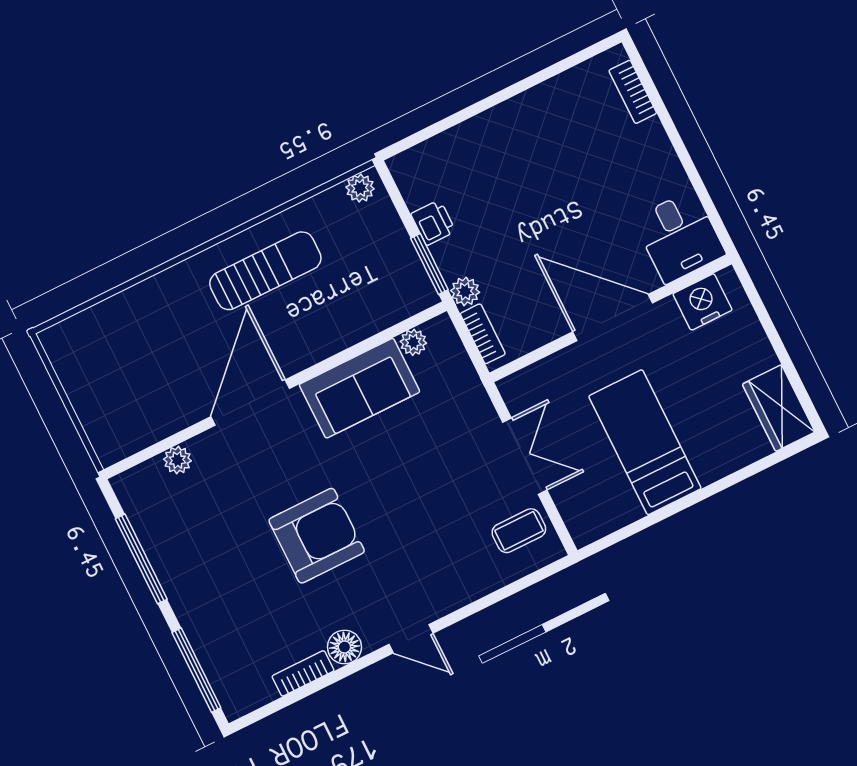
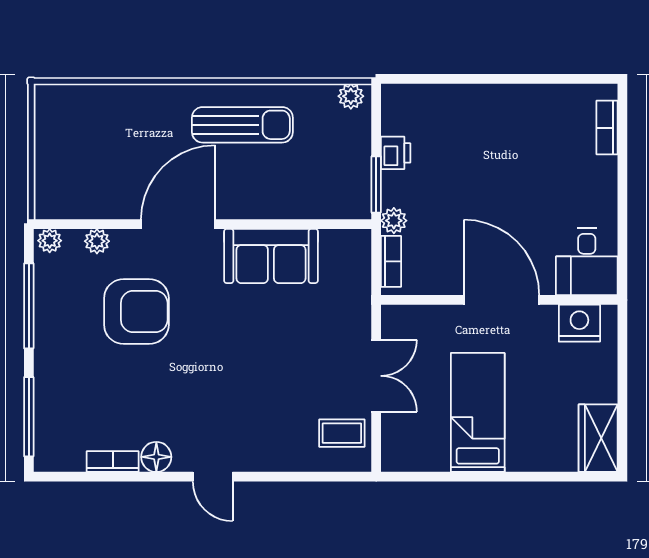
plant: (413, 342) -> (50, 241), moved
armchair: (317, 536) -> (136, 311), moved

